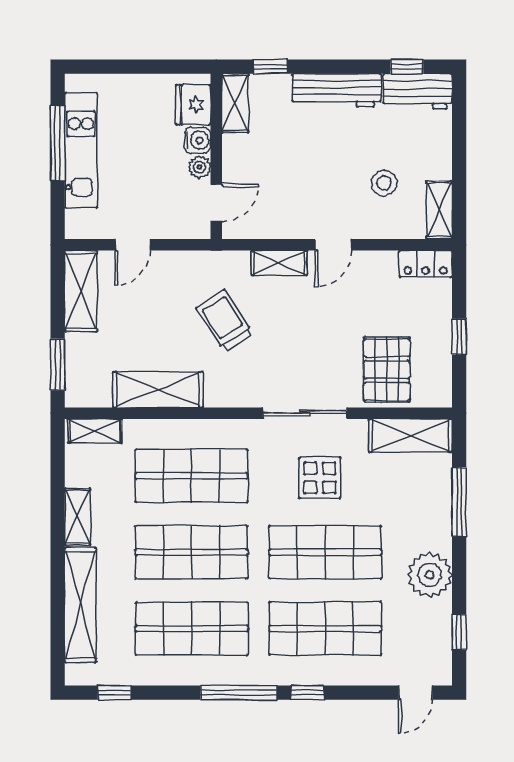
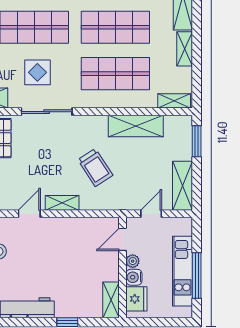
shelving: (235, 103) -> (111, 300), moved
fridge: (193, 105) -> (136, 299), moved
water cooler: (197, 140) -> (134, 277), moved
wall: (216, 156) -> (122, 267), moved
plant: (199, 167) -> (133, 261), moved
door: (216, 203) -> (122, 239), moved

